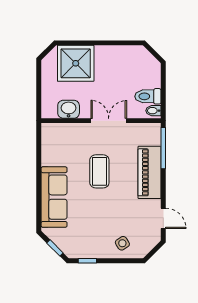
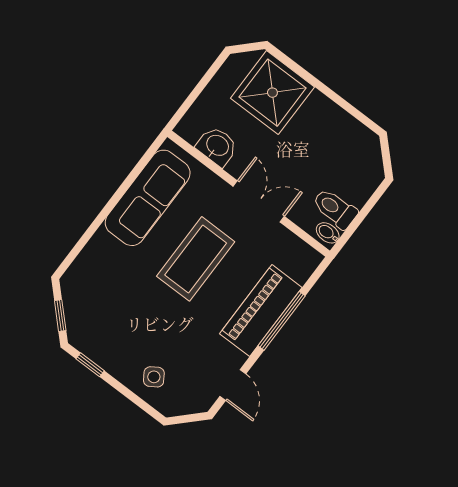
window: (163, 148) -> (282, 321), moved
coffee table: (99, 171) -> (196, 259), width x1.36, depth x1.32
sofa: (54, 197) -> (148, 198), moved

